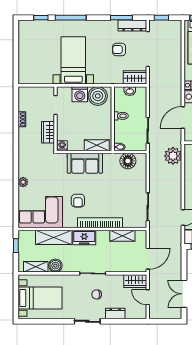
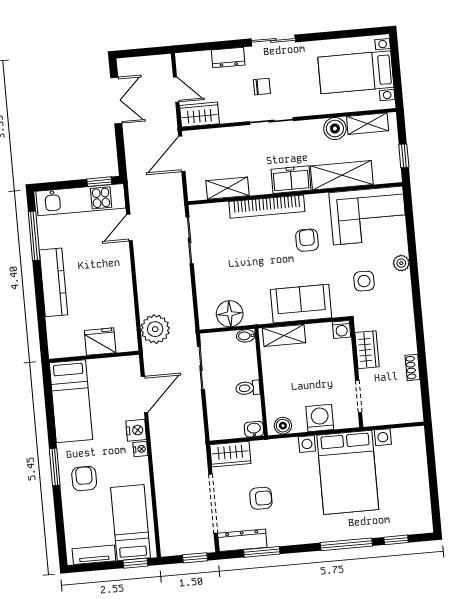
bed with nightstands: (73, 60) -> (348, 472), width x1.36
washbasin: (130, 91) -> (254, 429), moved
boiler: (98, 96) -> (283, 426), width x0.54, depth x0.54
side table: (46, 173) -> (364, 281), added

